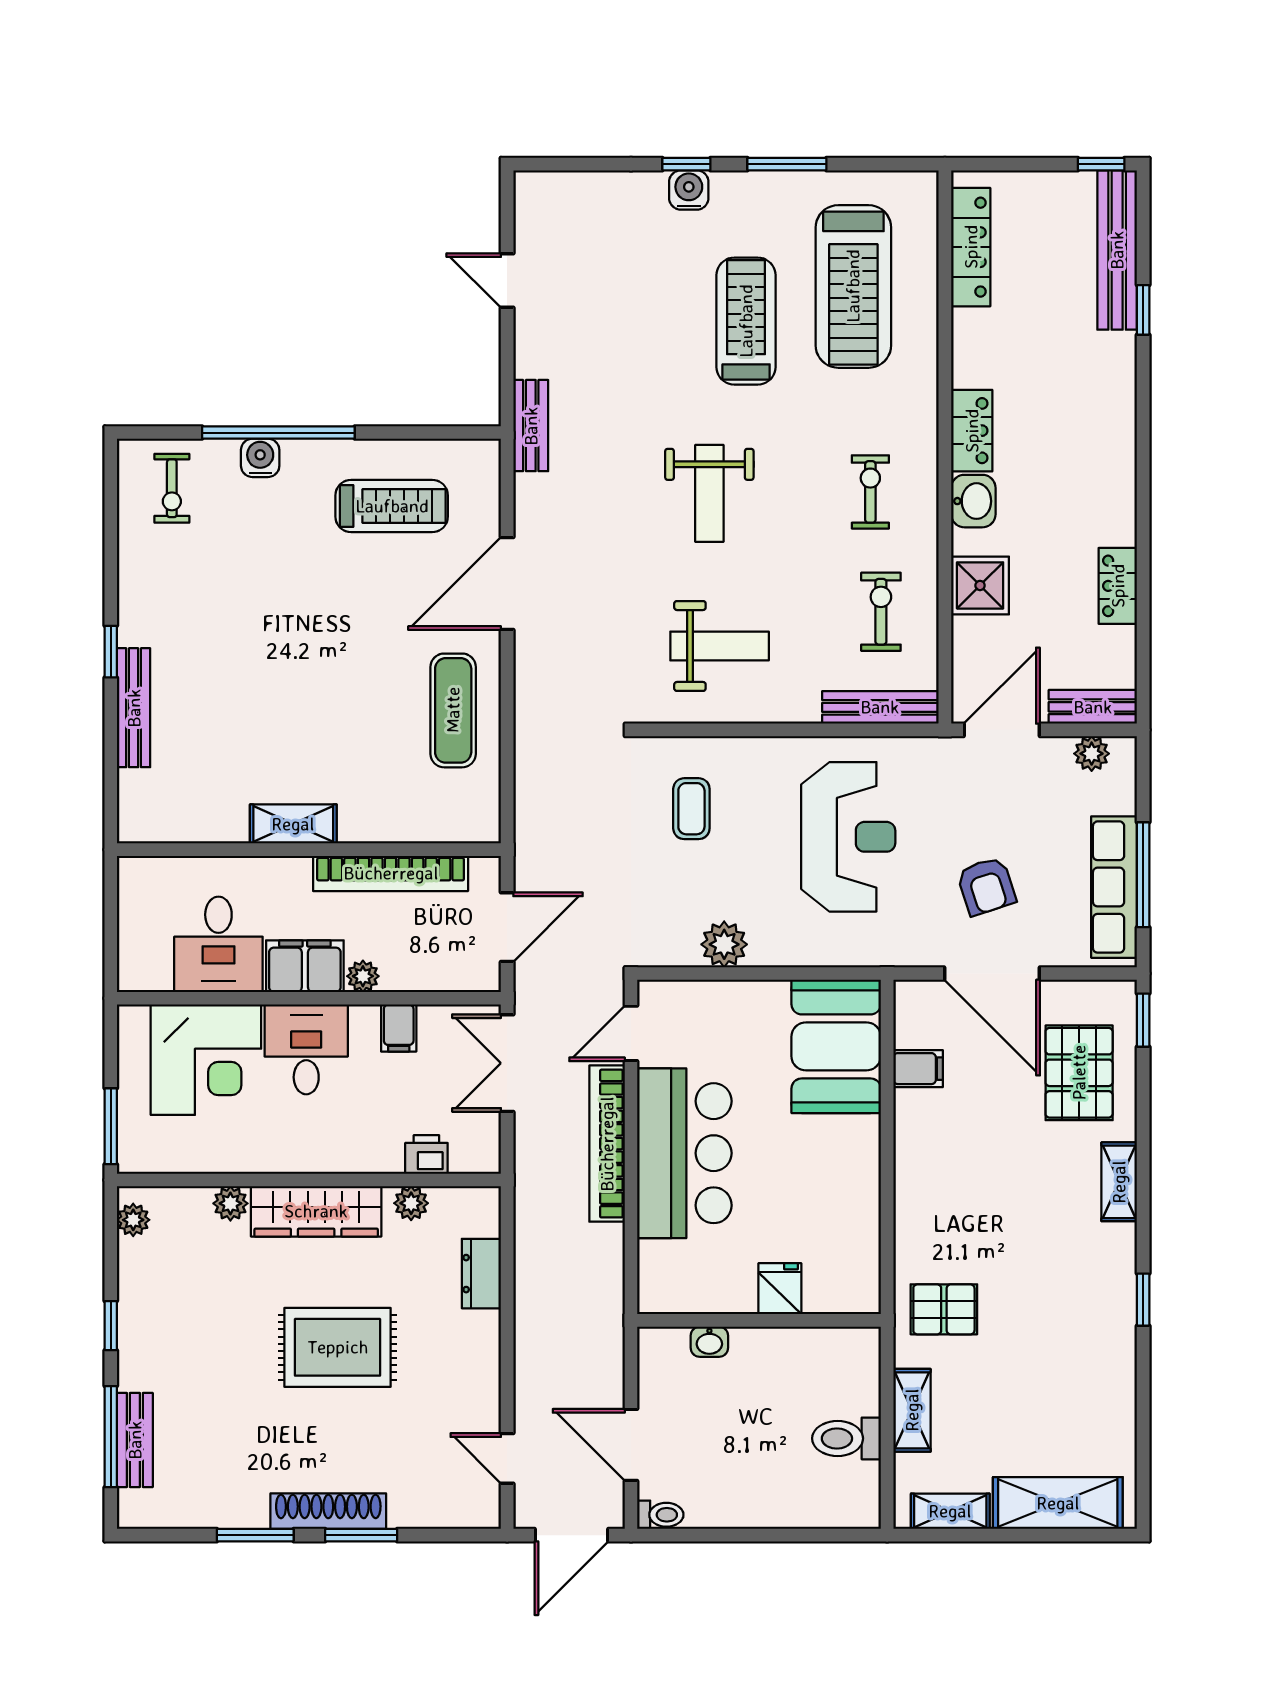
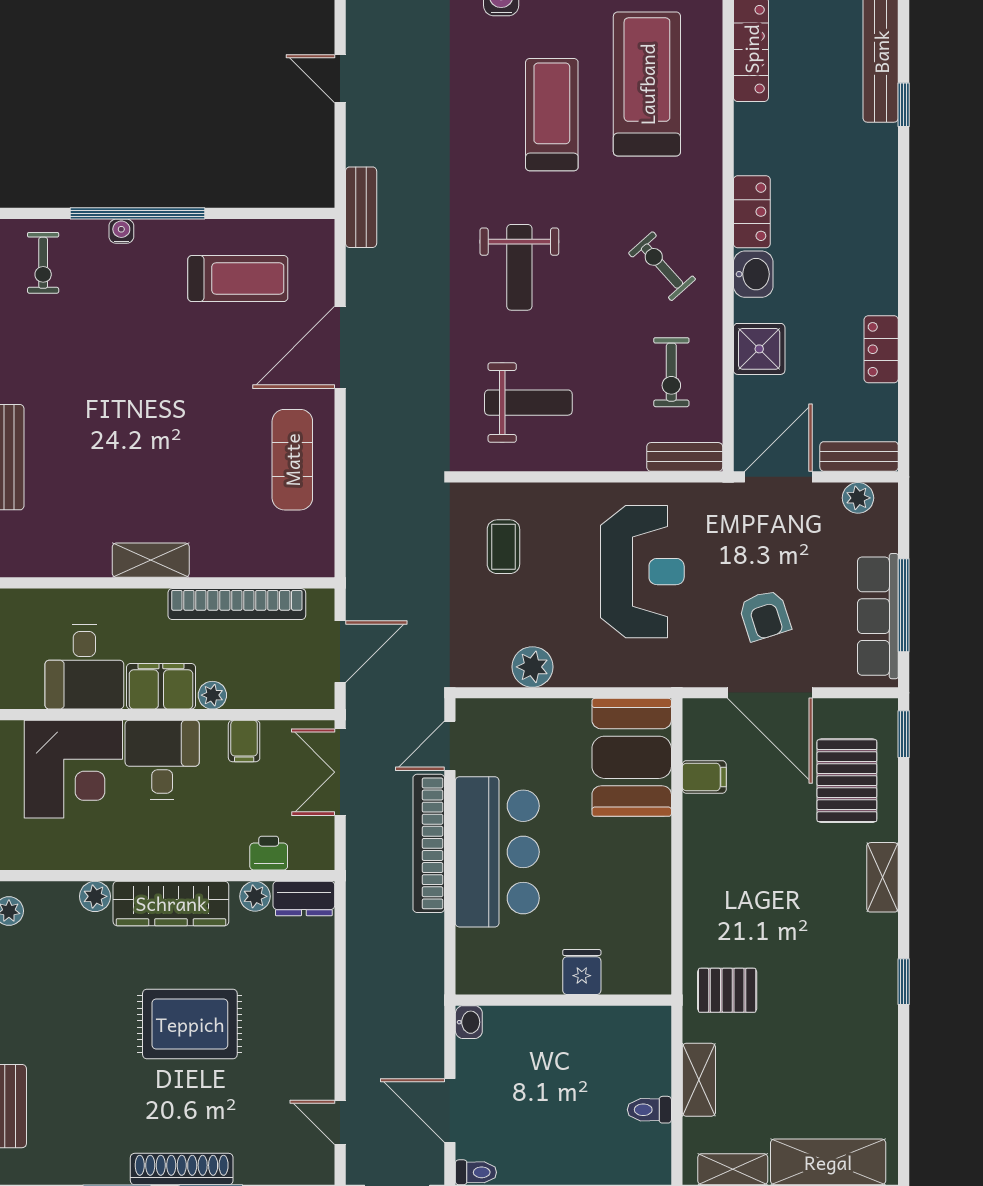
treadmill: (853, 286) -> (647, 84), turned 180
water cooler: (260, 458) -> (121, 231), width x0.72, depth x0.72
exercise bike: (870, 492) -> (662, 266), turned -42
exercise bike: (881, 612) -> (671, 372), turned 180
bench: (880, 707) -> (685, 457), width x0.73
dresser: (481, 1274) -> (304, 899), moved, turned -90
washbasin: (709, 1342) -> (469, 1022), moved, turned -90
toilet: (847, 1438) -> (649, 1110), width x0.73, depth x0.72

